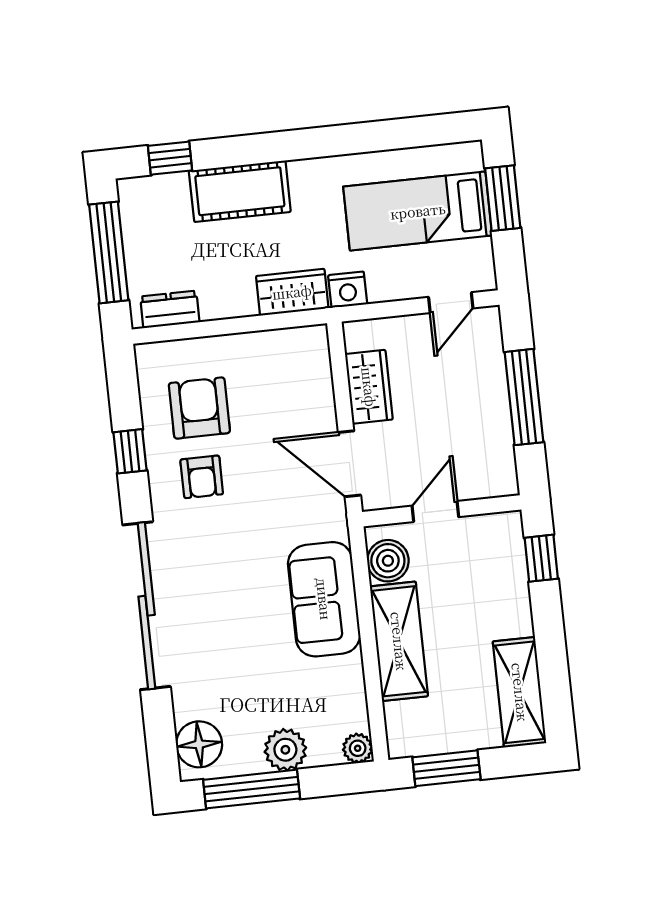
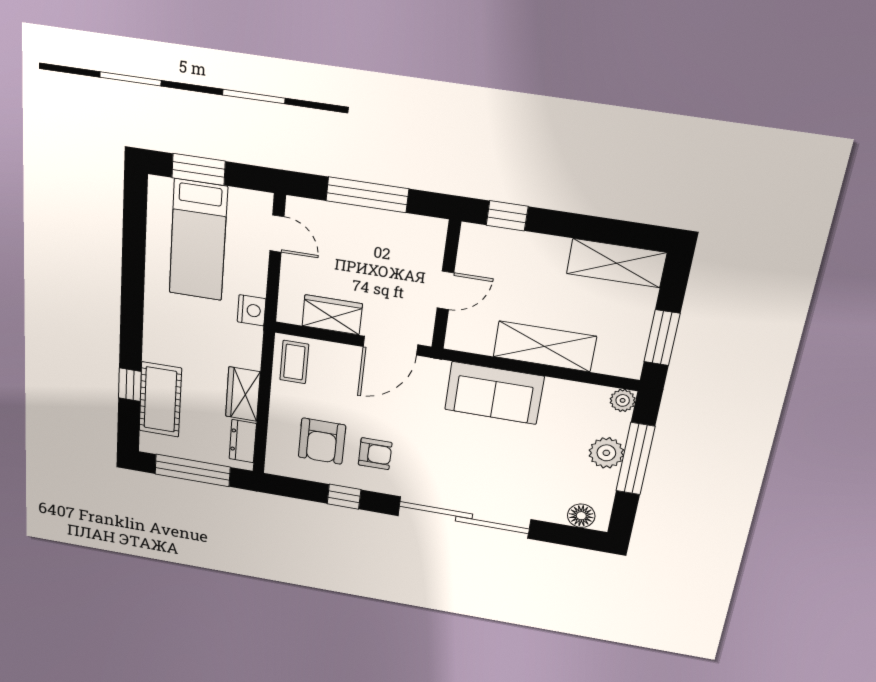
window: (170, 158) -> (130, 385), moved
cot: (240, 191) -> (160, 400), moved
wardrobe: (292, 292) -> (243, 394), moved
coffee table: (295, 354) -> (294, 362), added
armchair: (199, 408) -> (322, 441), turned -90
door: (435, 511) -> (445, 290), swing flipped
boiler: (388, 561) -> (476, 337), removed
floor lamp: (199, 744) -> (581, 516), width x0.73, depth x0.73
window: (252, 789) -> (635, 459), moved

